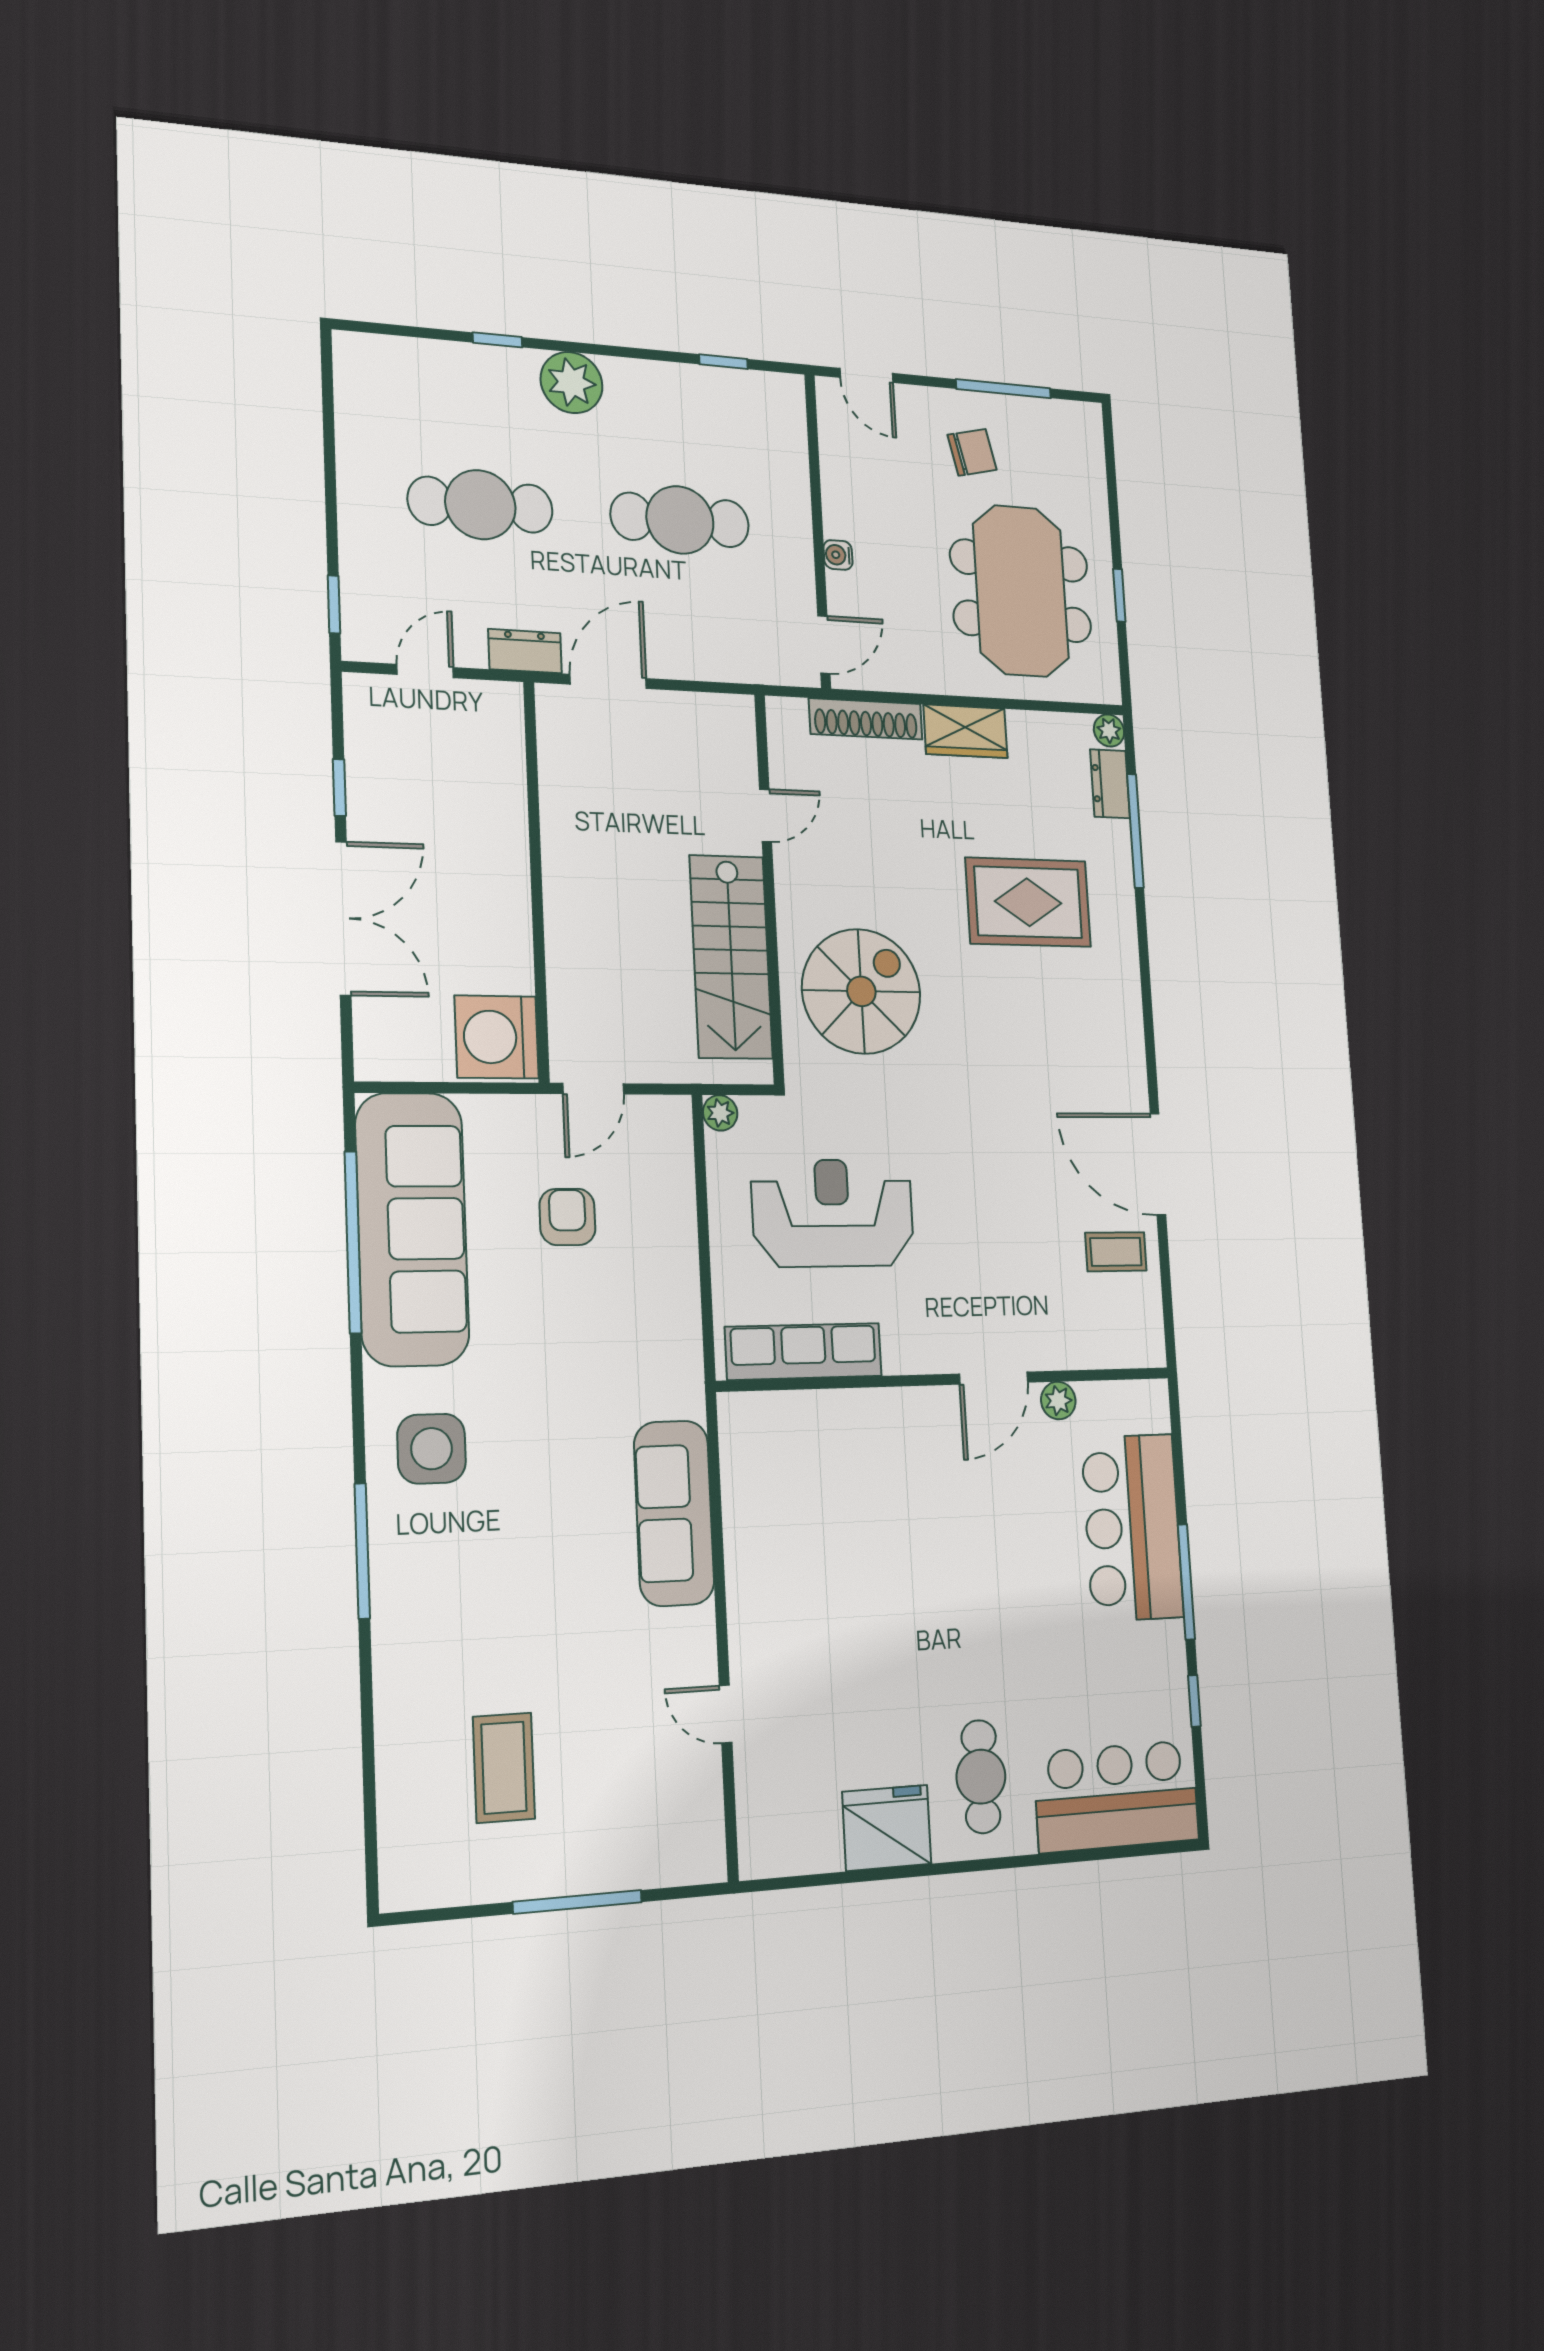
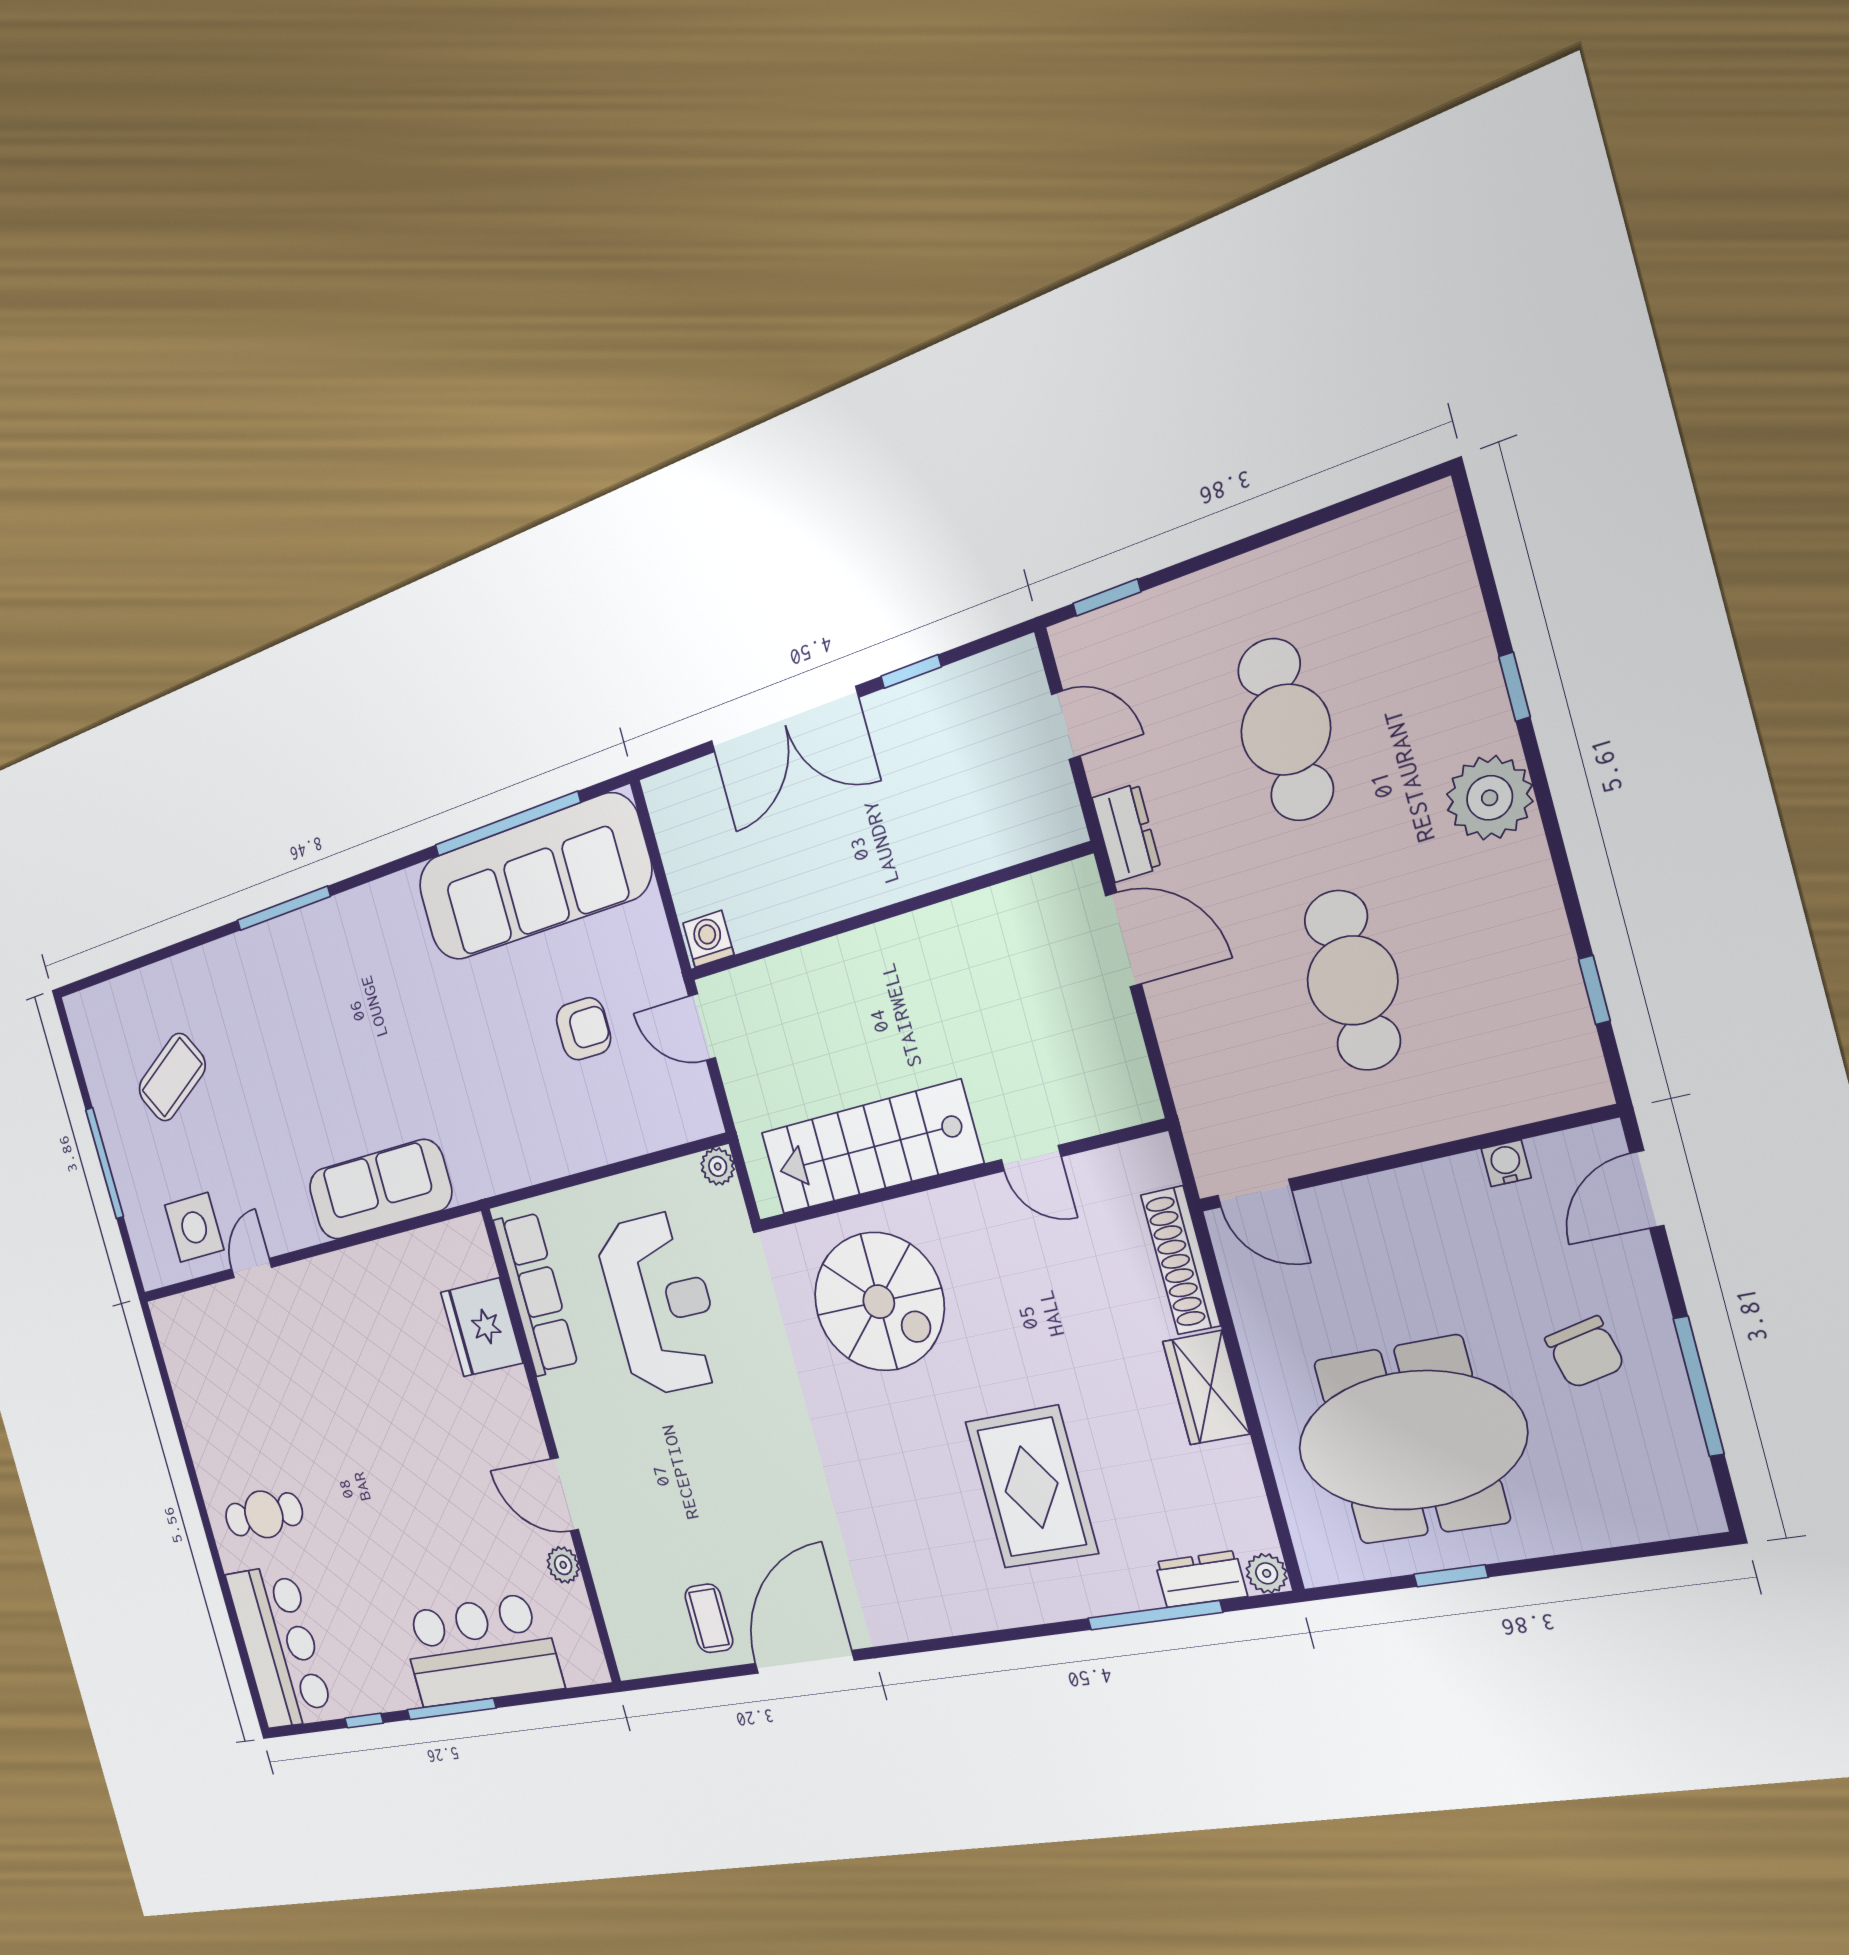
water cooler: (838, 555) -> (1506, 1163), moved
washing machine: (497, 1037) -> (708, 939), width x0.53, depth x0.53
side table: (432, 1449) -> (194, 1227), moved
coffee table: (504, 1768) -> (172, 1077), turned -30
fridge: (887, 1828) -> (482, 1328), moved, turned 180

